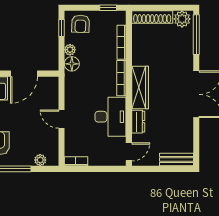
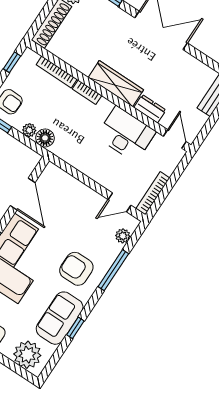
bookcase: (121, 78) -> (87, 92), width x0.64
door: (61, 119) -> (120, 202), moved
bookcase: (76, 161) -> (153, 193), width x1.56

